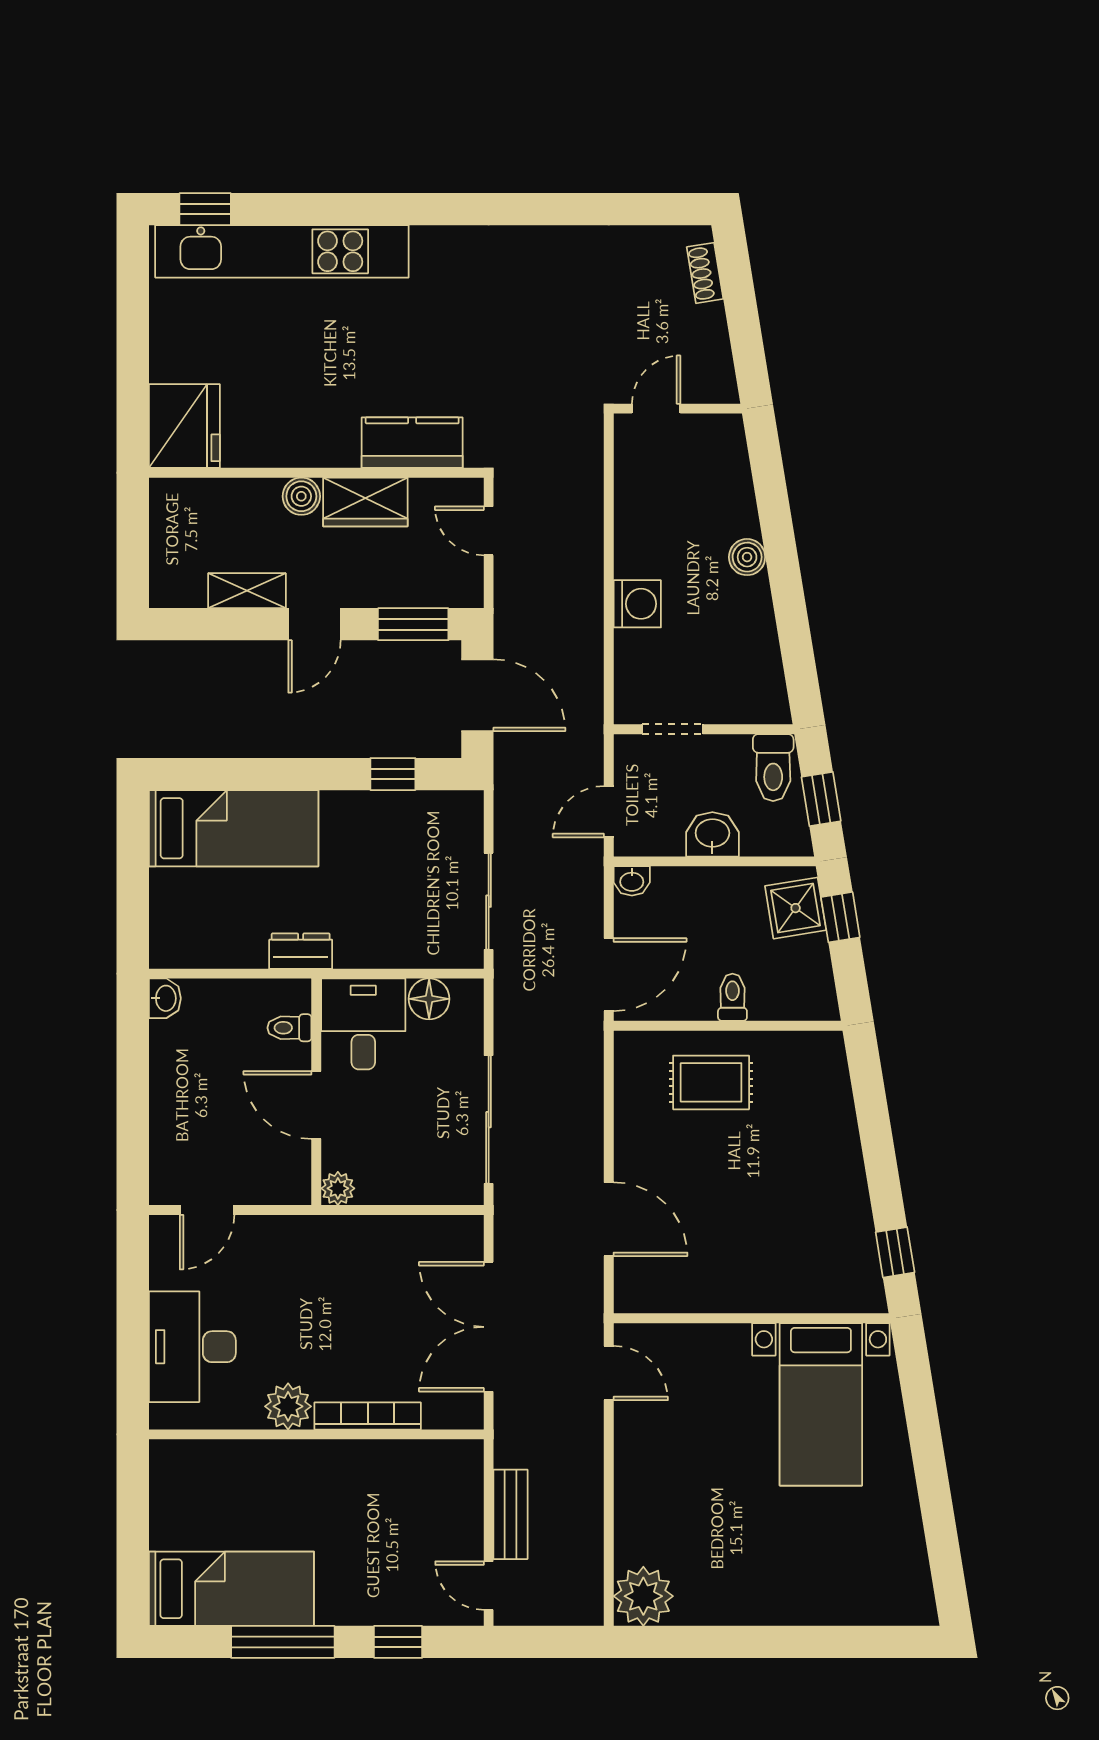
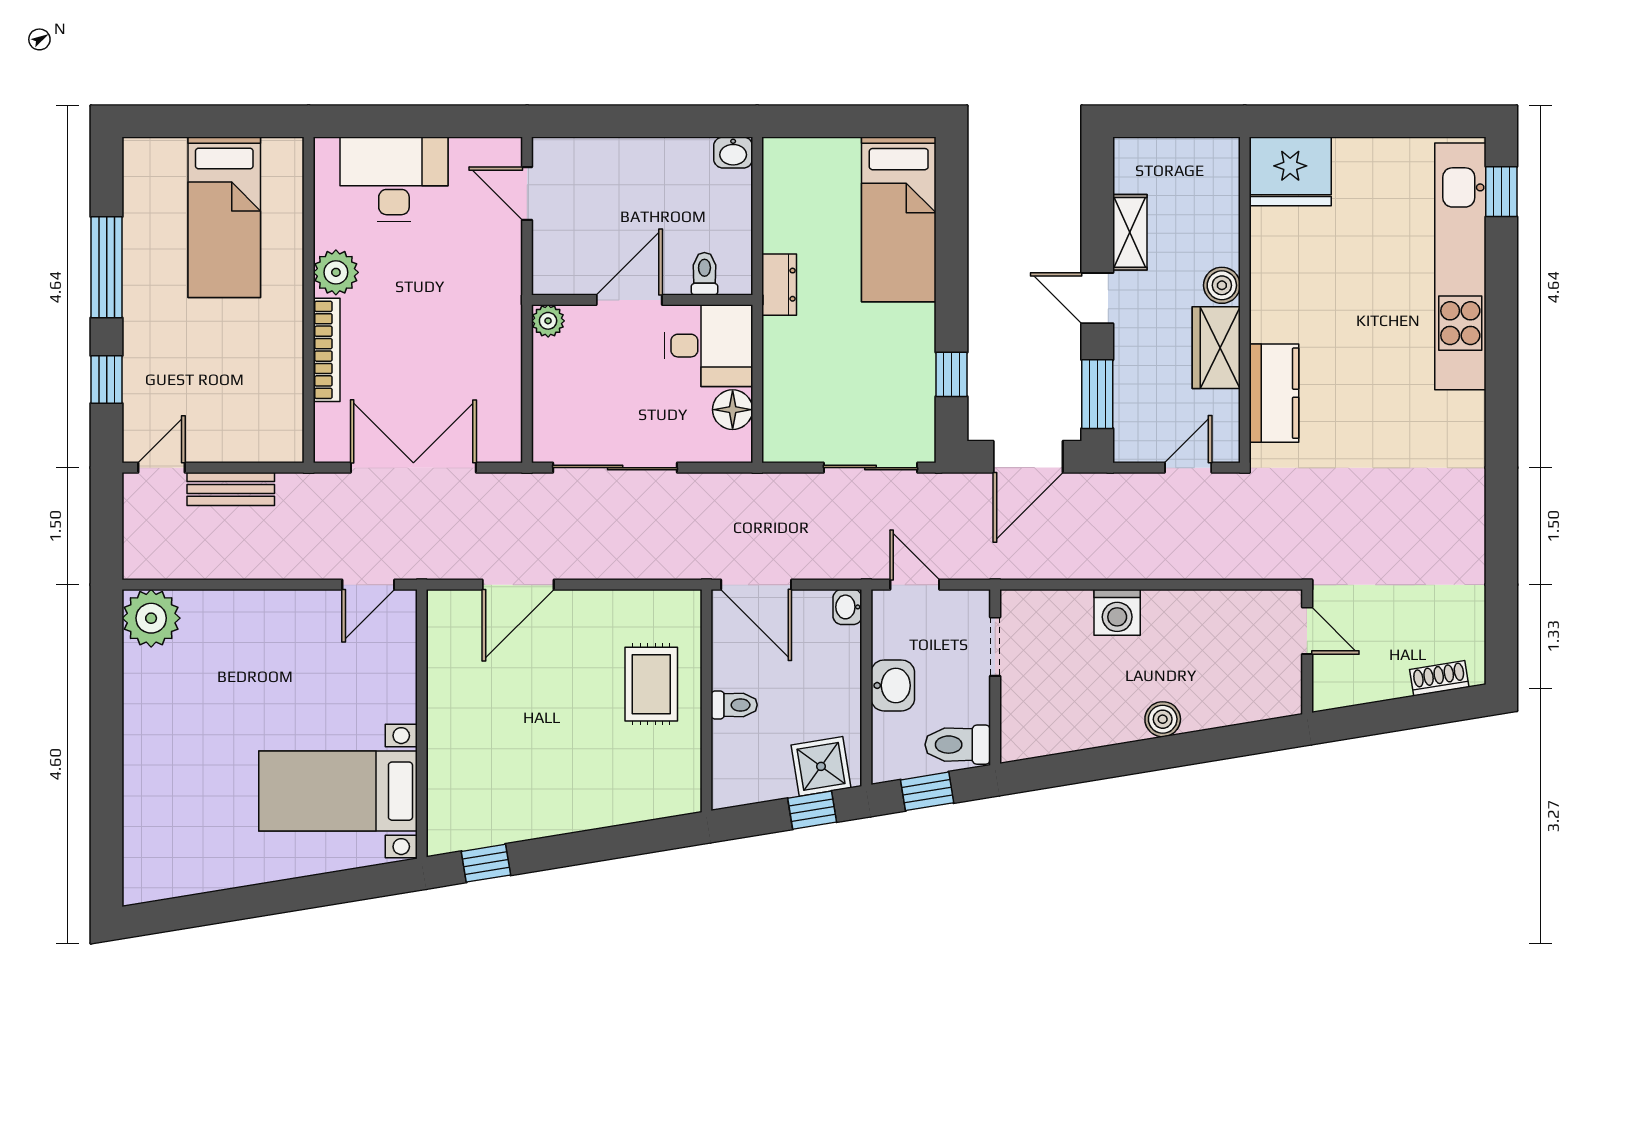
sliding door: (489, 901) -> (871, 468), moved
bed: (231, 1589) -> (224, 217), moved

